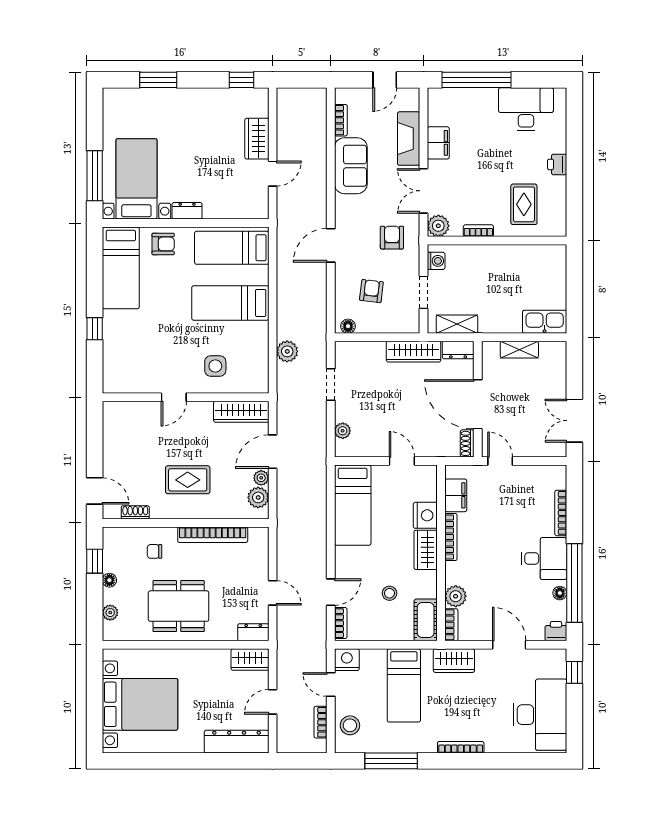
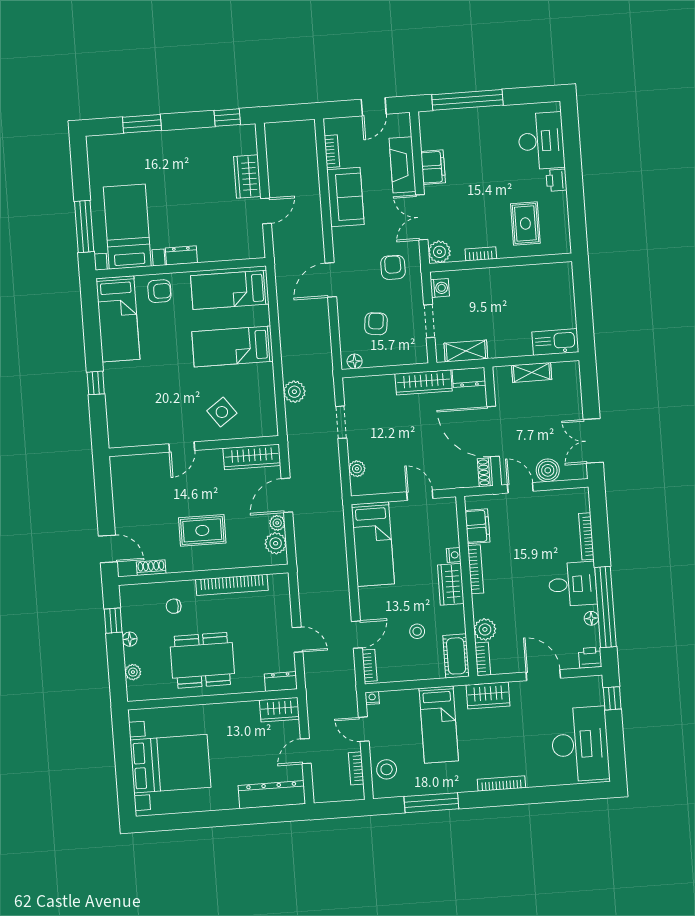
desk: (526, 109) -> (541, 141), moved, turned 90
side table: (215, 366) -> (222, 412), turned -36
boiler: (528, 446) -> (548, 470), added
nightstand: (425, 515) -> (454, 555), width x0.53, depth x0.56
nightstand: (347, 660) -> (372, 698), width x0.53, depth x0.56

